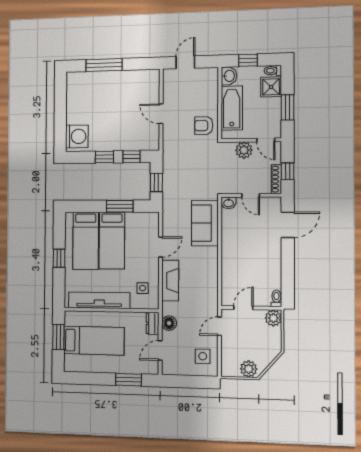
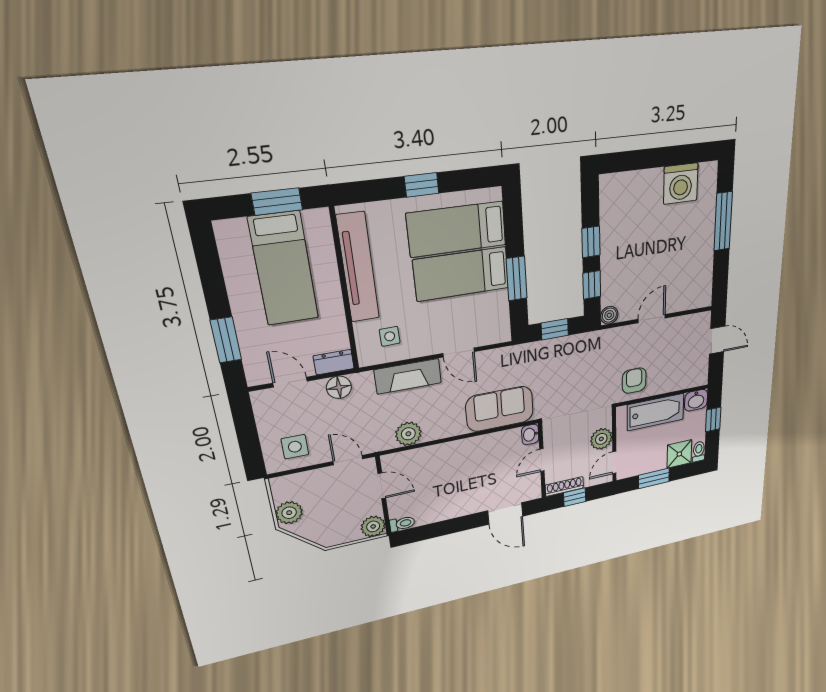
washing machine: (77, 136) -> (681, 184), moved
boiler: (153, 144) -> (609, 315), added
plant: (210, 285) -> (408, 434), added

